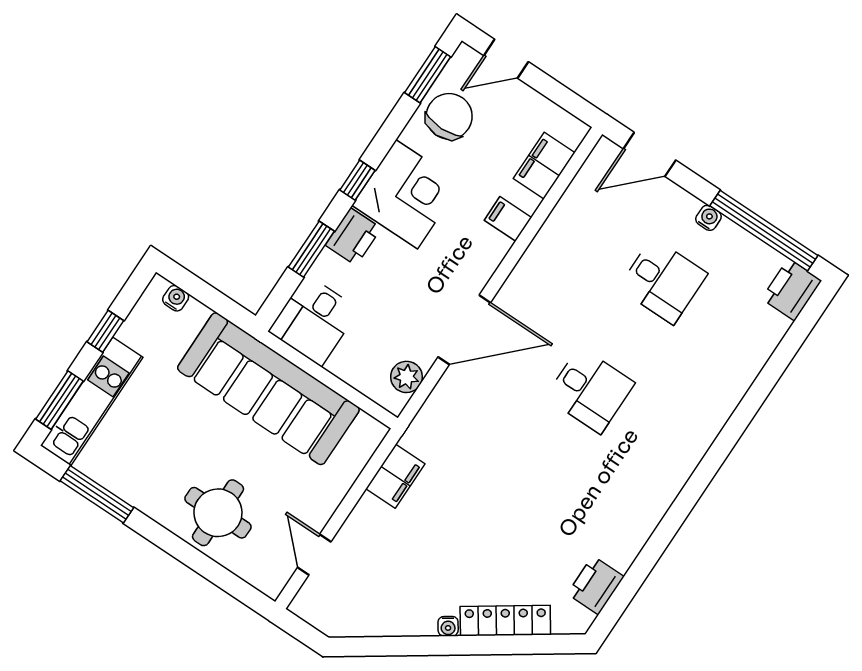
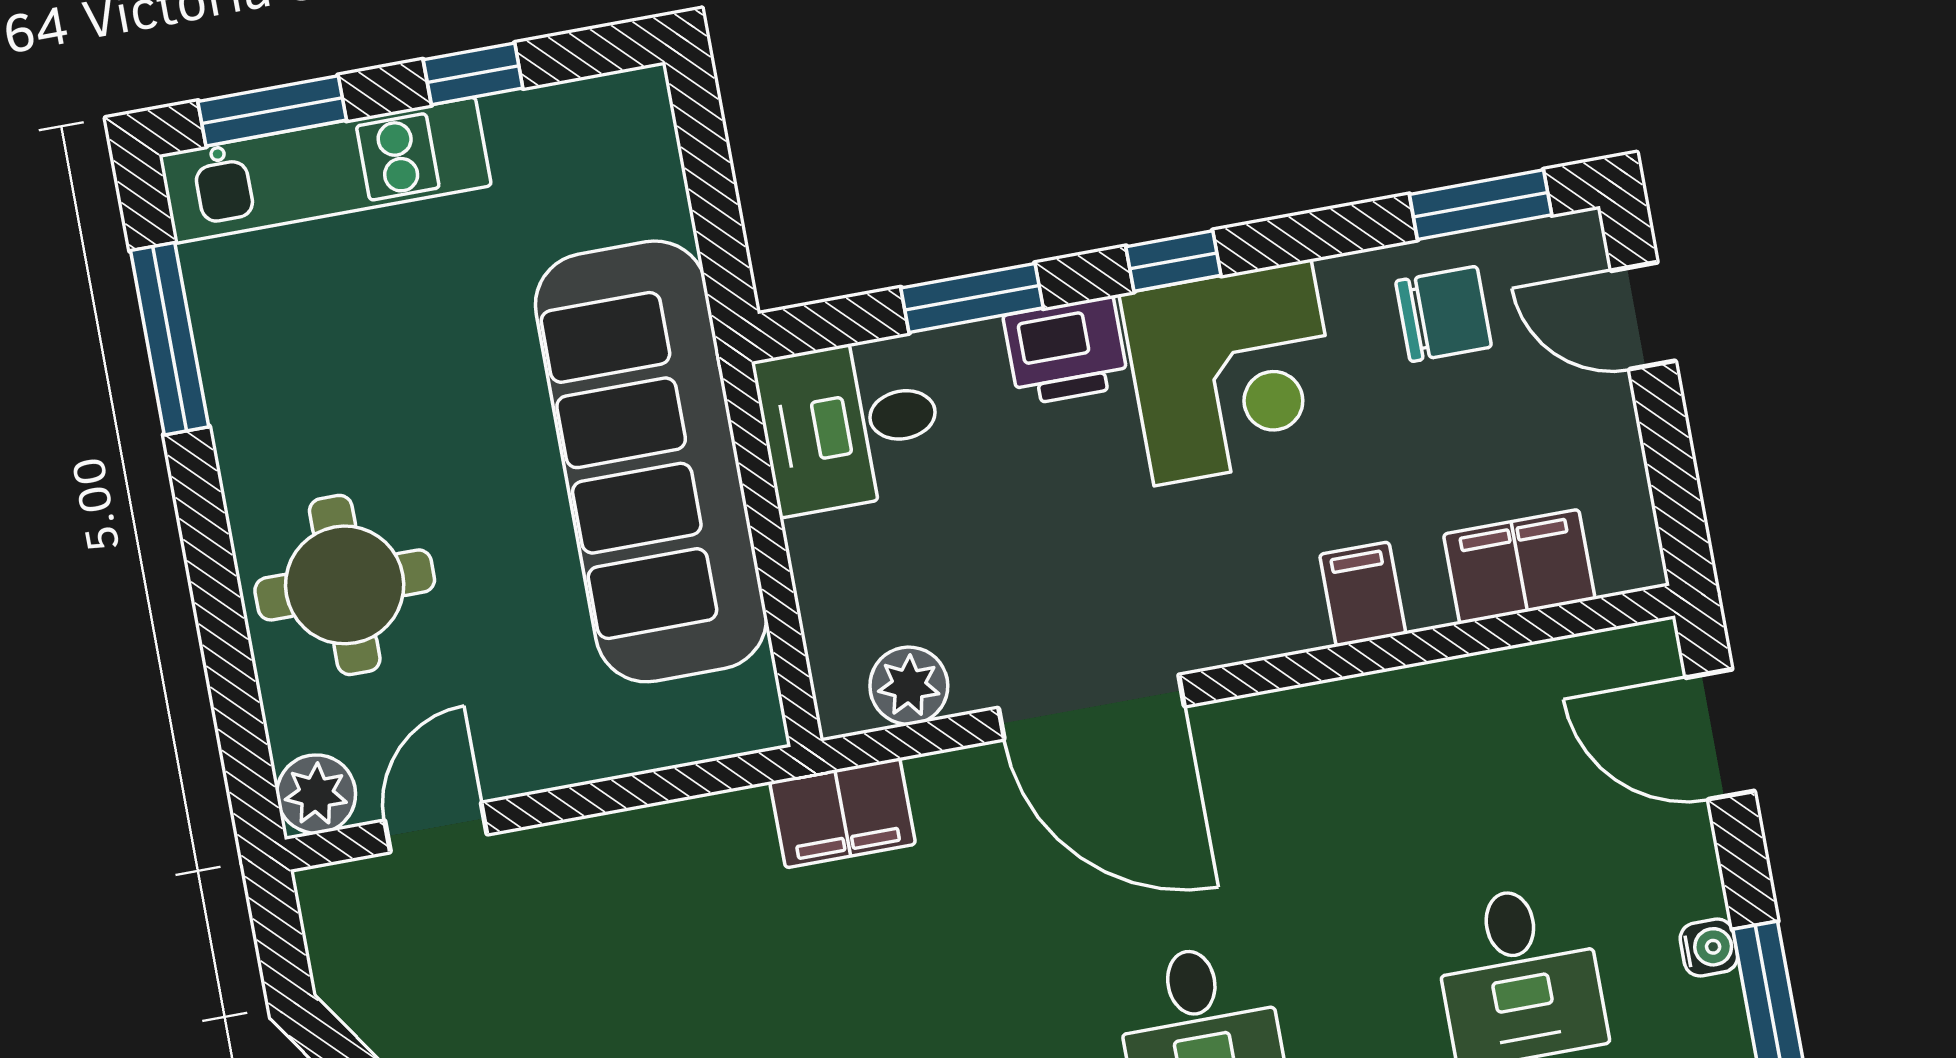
chair: (449, 116) -> (1444, 314), width x0.73, depth x0.73
water cooler: (176, 298) -> (652, 142), removed
filing cabinet: (395, 476) -> (843, 813), moved
plant: (271, 580) -> (316, 794), added

